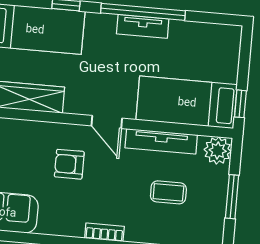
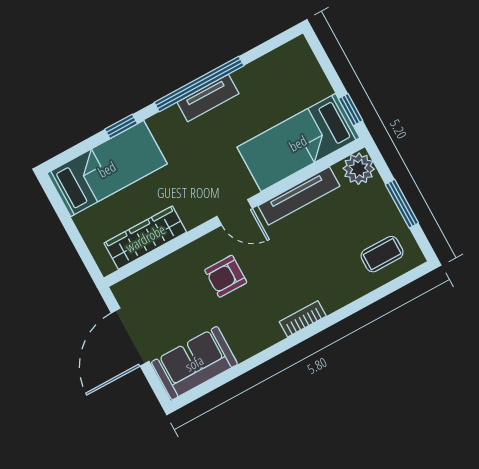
coffee table: (168, 192) -> (382, 254), moved

